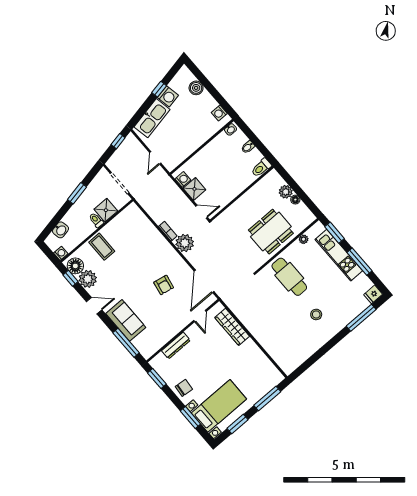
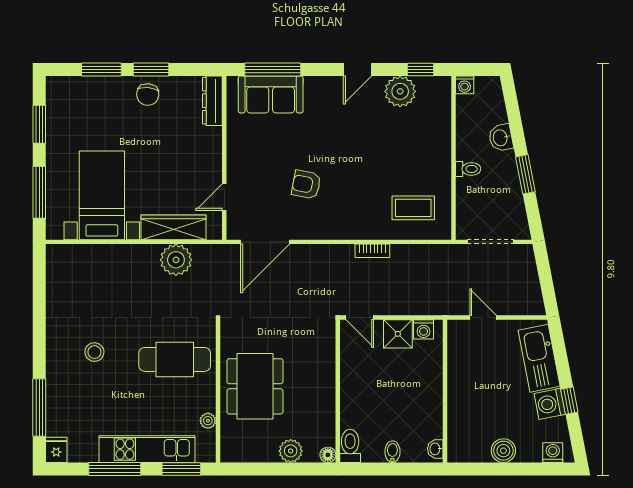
boiler: (196, 88) -> (503, 451), moved
washing machine: (219, 113) -> (553, 453), moved
window: (118, 141) -> (547, 288), removed
floor lamp: (295, 200) -> (328, 455), moved
shower: (106, 210) -> (470, 193), removed
door: (202, 212) -> (360, 318), hinge flipped
washbasin: (61, 230) -> (501, 138), moved
plant: (185, 243) -> (176, 260), moved
coffee table: (102, 247) -> (413, 208), moved
floor lamp: (75, 266) -> (431, 90), removed
door: (204, 281) -> (265, 242), swing flipped
door: (200, 316) -> (224, 197), hinge flipped
sofa: (126, 320) -> (271, 94), moved
dresser: (176, 346) -> (212, 101), moved
window: (157, 379) -> (151, 69), moved
bed with nightstands: (219, 406) -> (102, 195), moved, turned 180

